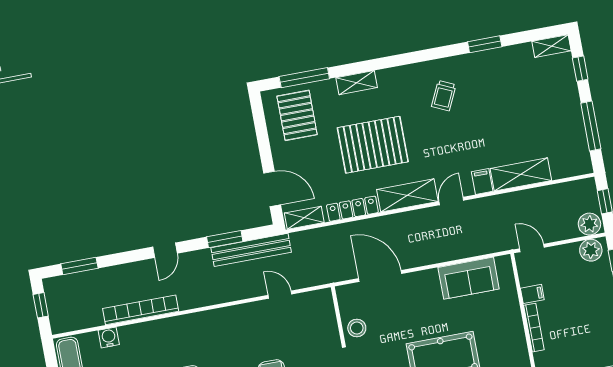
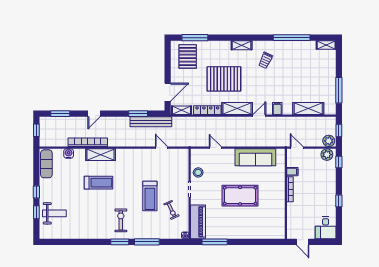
window: (485, 44) -> (292, 38), width x2.11
window: (580, 69) -> (339, 59), removed
shelving: (357, 83) -> (242, 45), moved
shelving: (521, 174) -> (308, 109), moved
door: (272, 189) -> (168, 92), hinge flipped
door: (165, 250) -> (94, 114), moved
door: (380, 276) -> (215, 148), width x0.53
sofa: (469, 278) -> (255, 157), width x1.36
shelving: (169, 329) -> (101, 155), added

